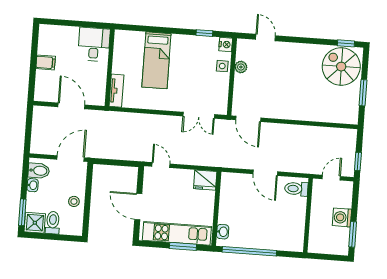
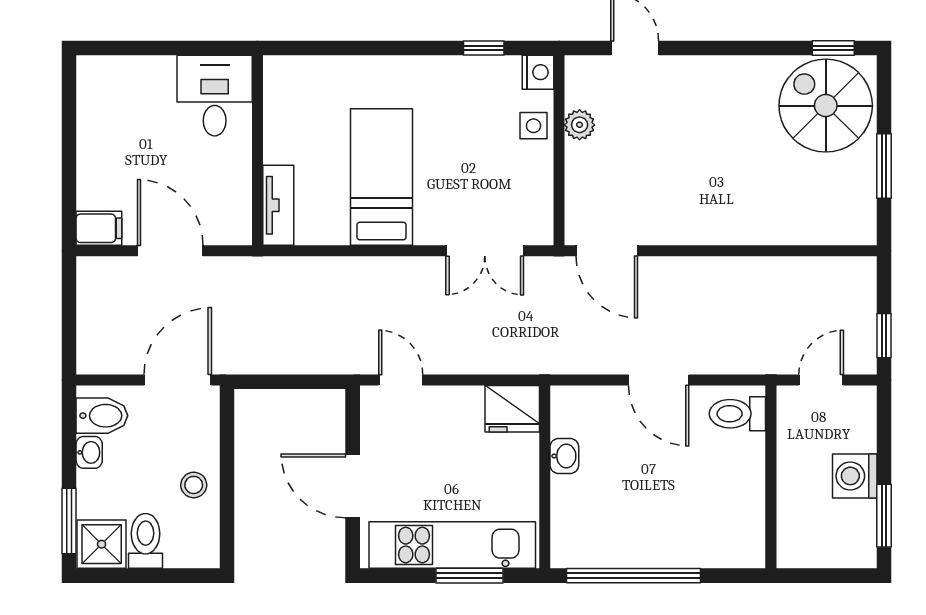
bed: (156, 60) -> (382, 177), moved, turned 180
filing cabinet: (46, 62) -> (99, 228), moved
washbasin: (223, 232) -> (564, 456), moved

